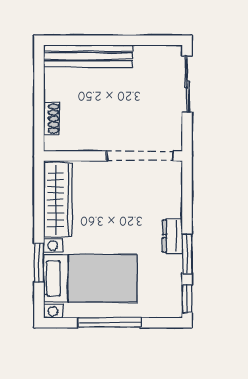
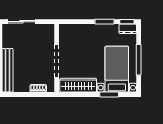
doorway: (140, 156) -> (57, 61), moved
dresser: (173, 236) -> (128, 29), moved

